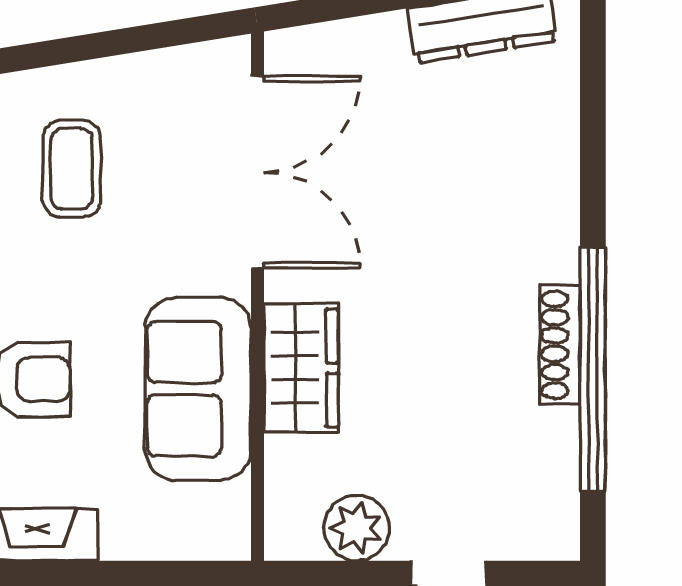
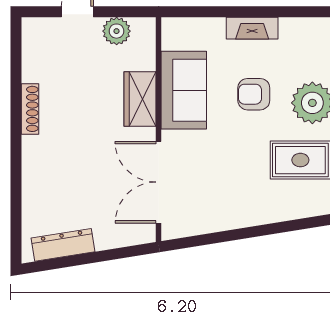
coffee table: (72, 169) -> (237, 184), removed
window: (593, 370) -> (16, 98), removed

